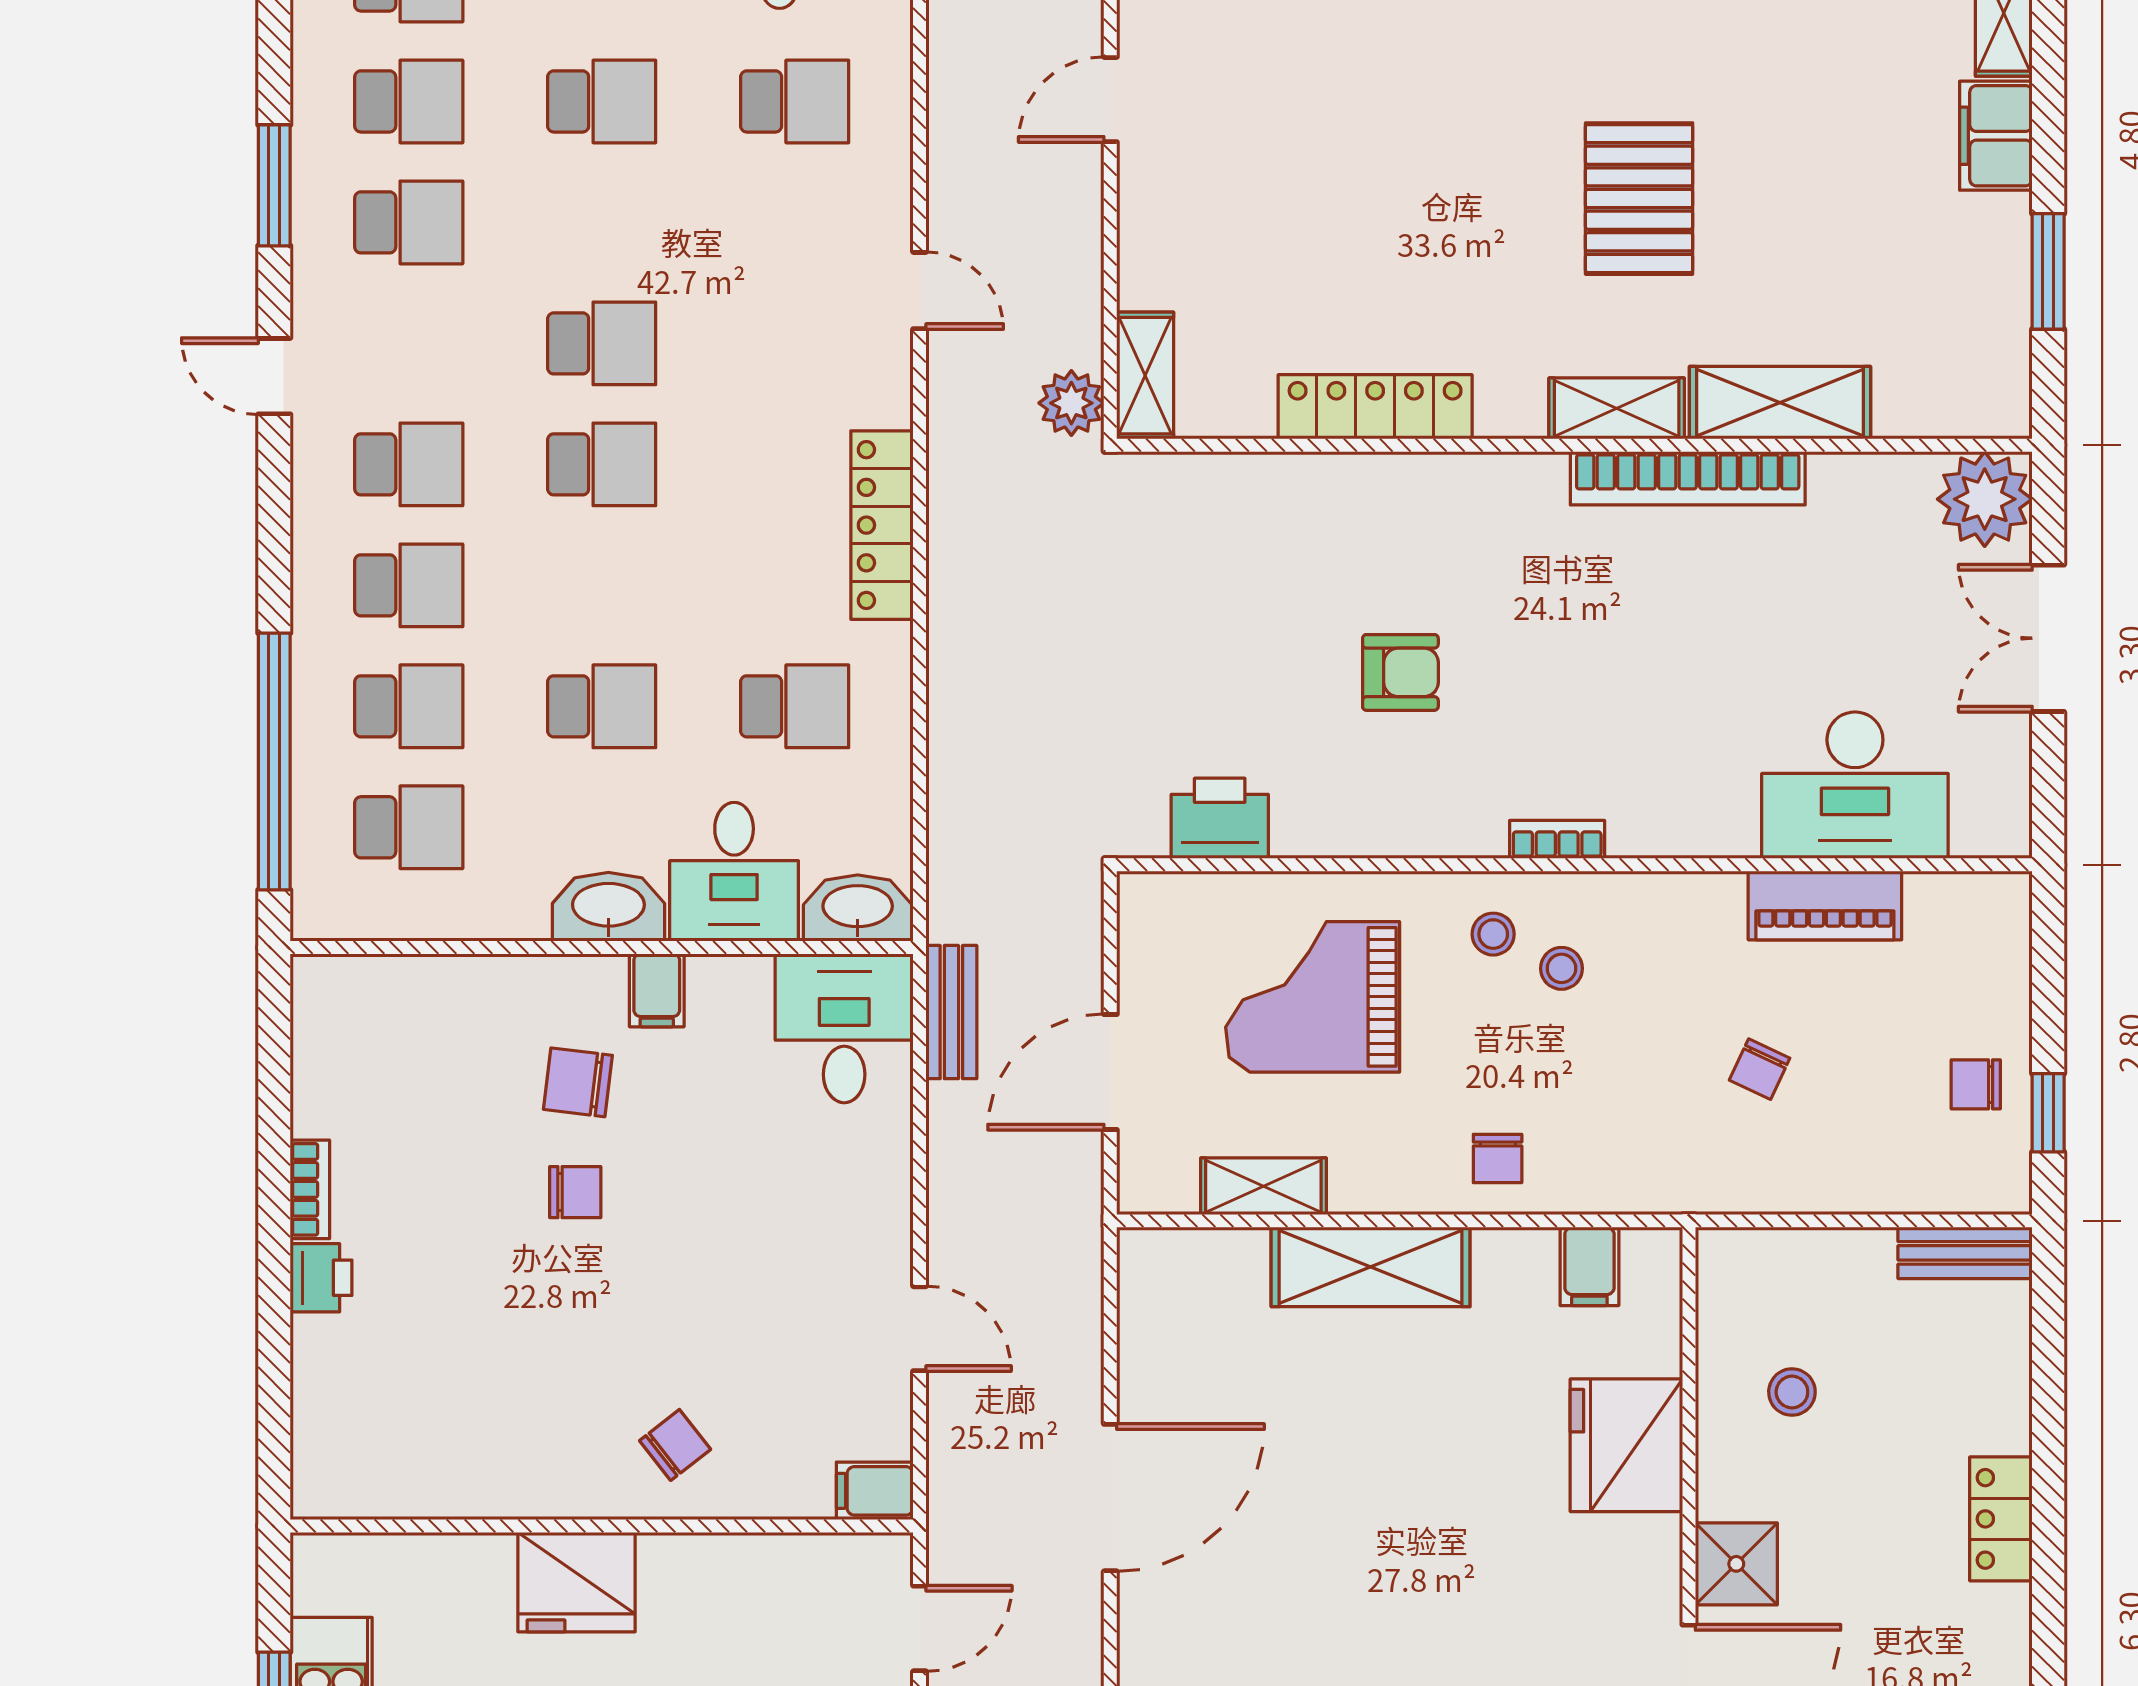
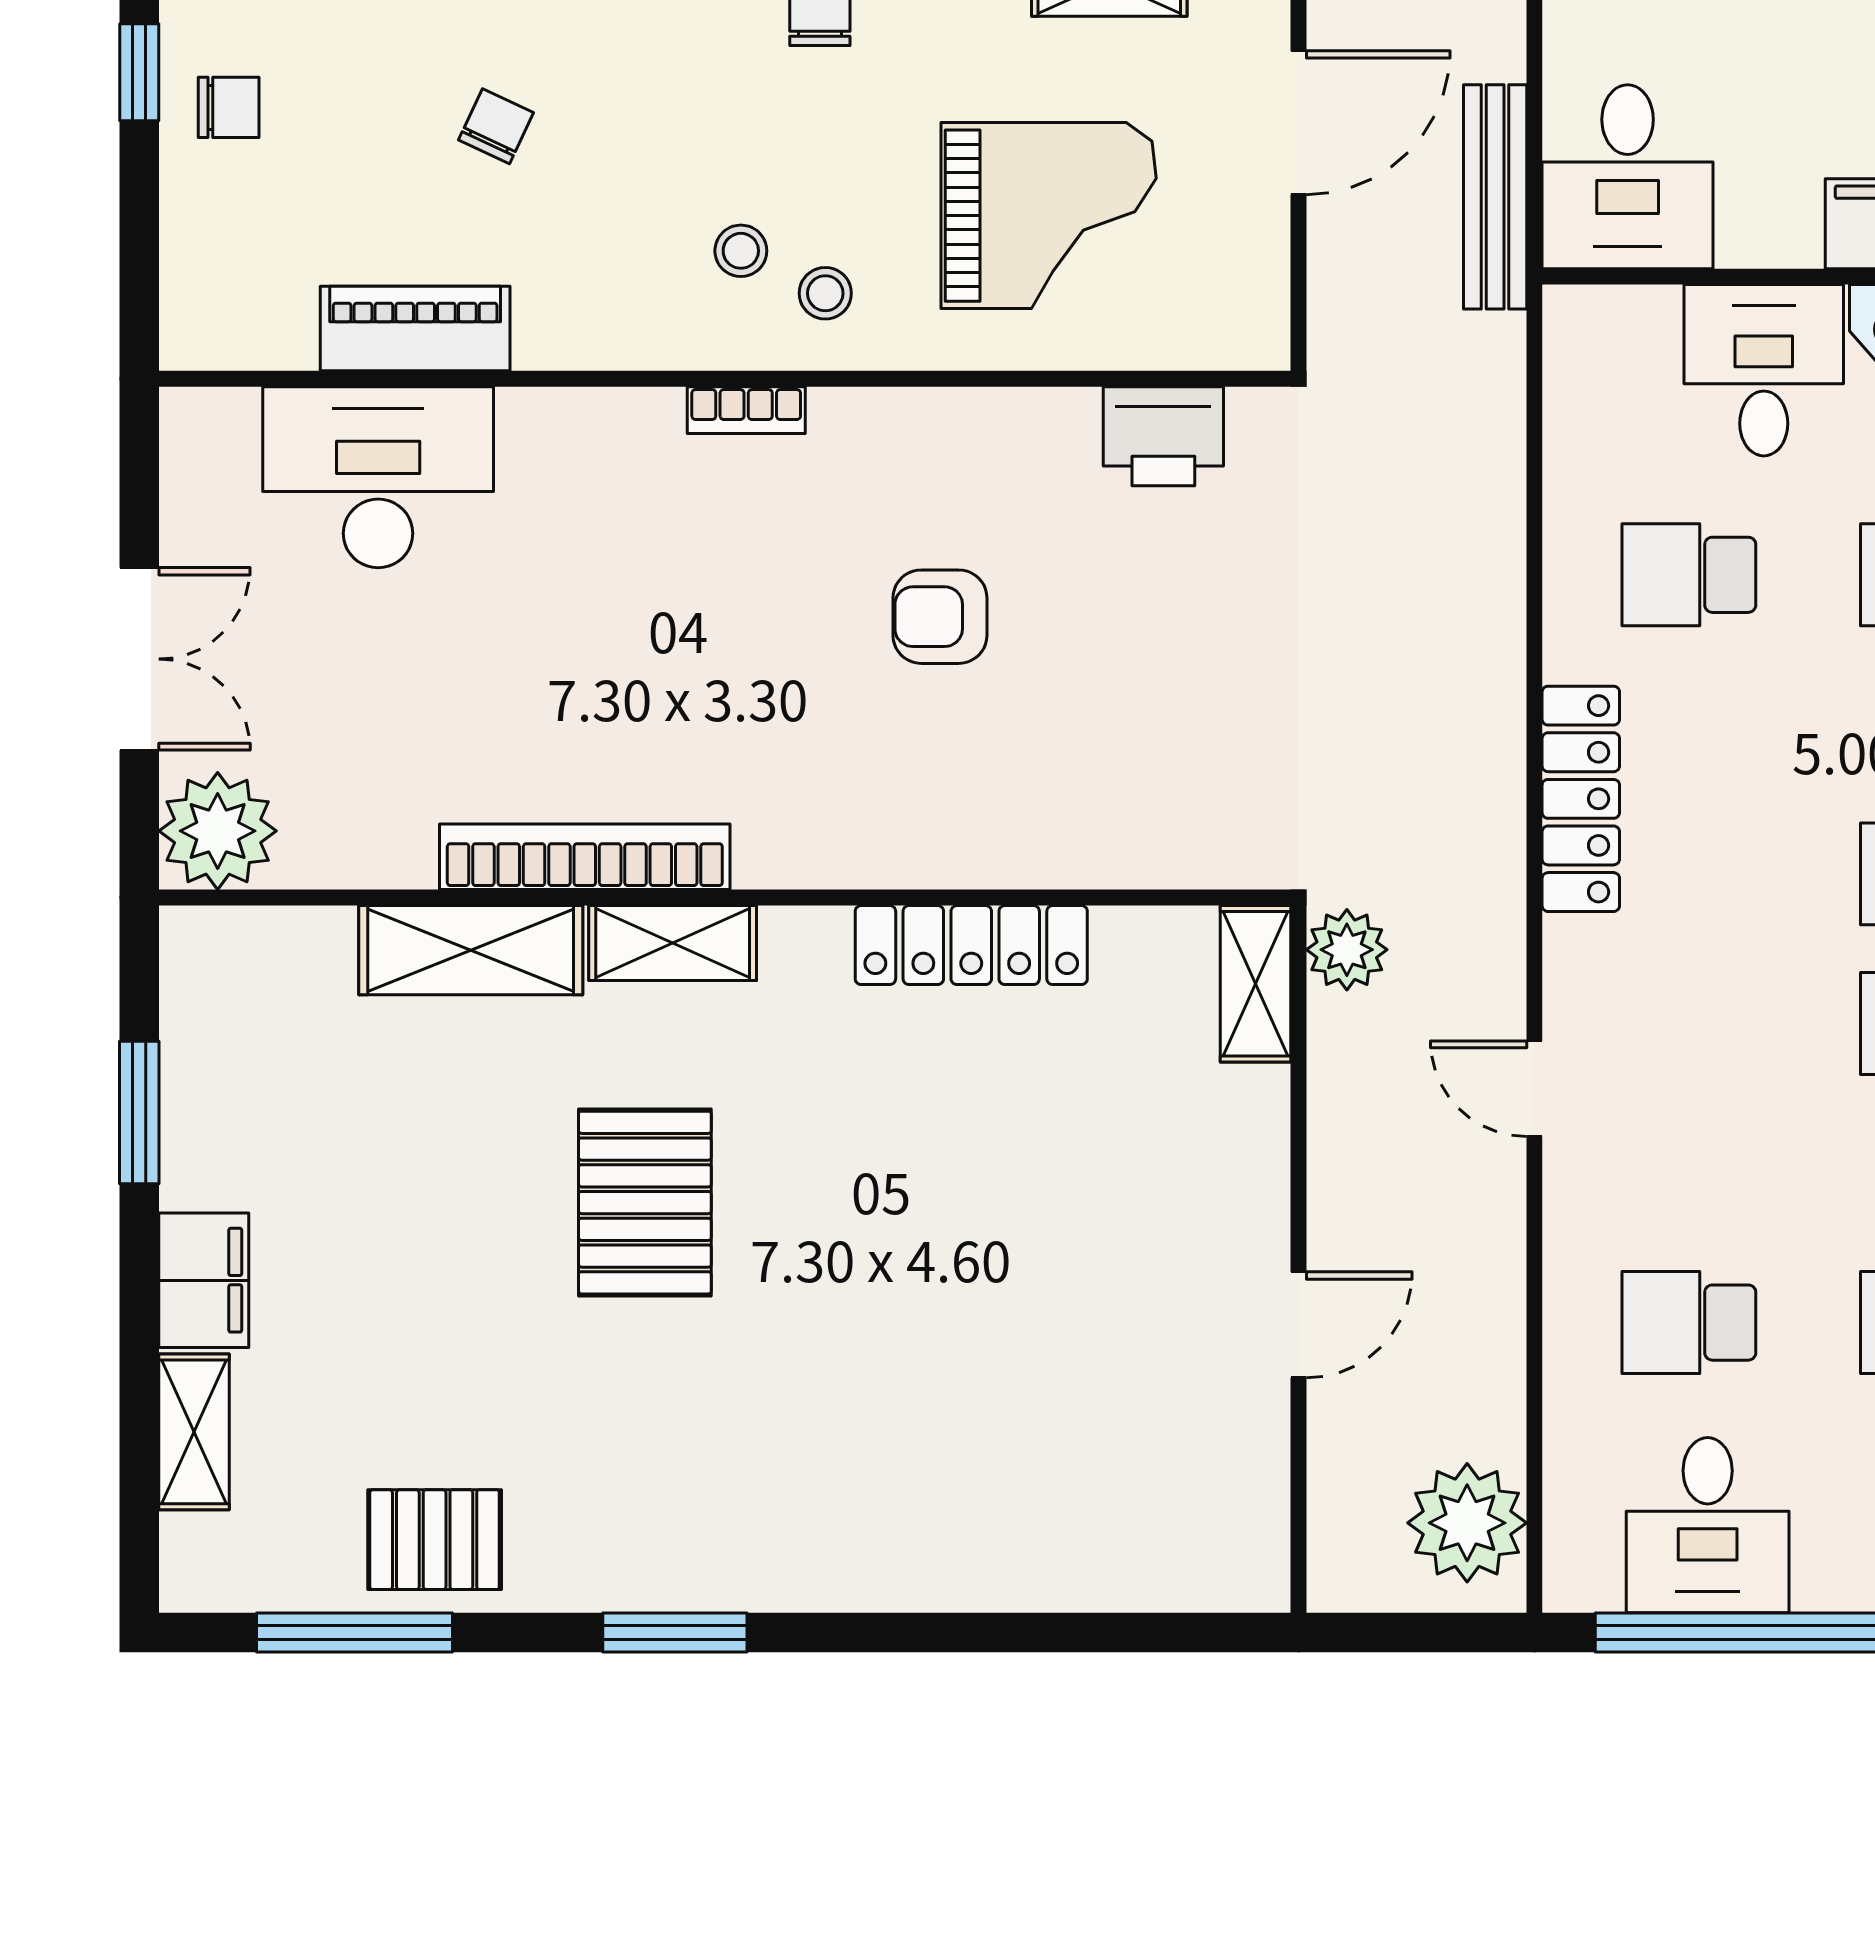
washbasin: (858, 908) -> (1611, 325), removed
bench: (951, 1012) -> (1495, 197), width x1.36

